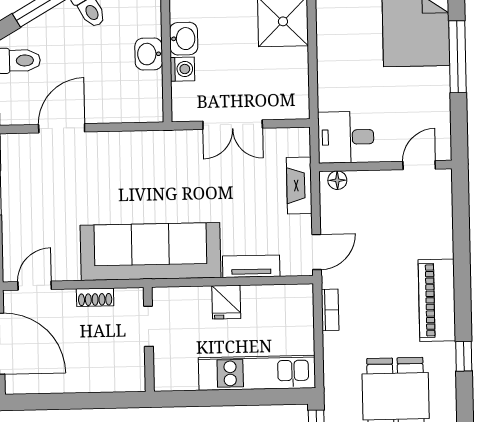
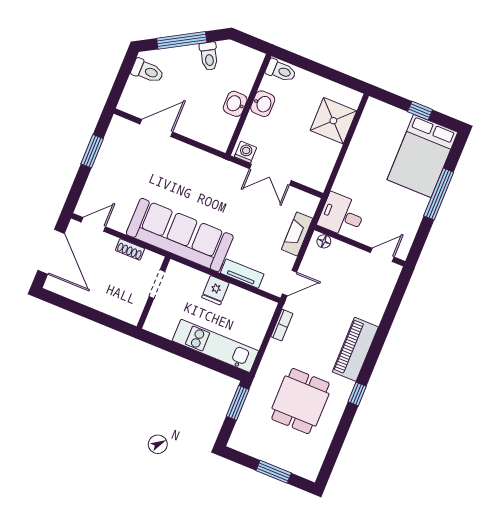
washing machine: (182, 69) -> (245, 152), moved, turned -90

